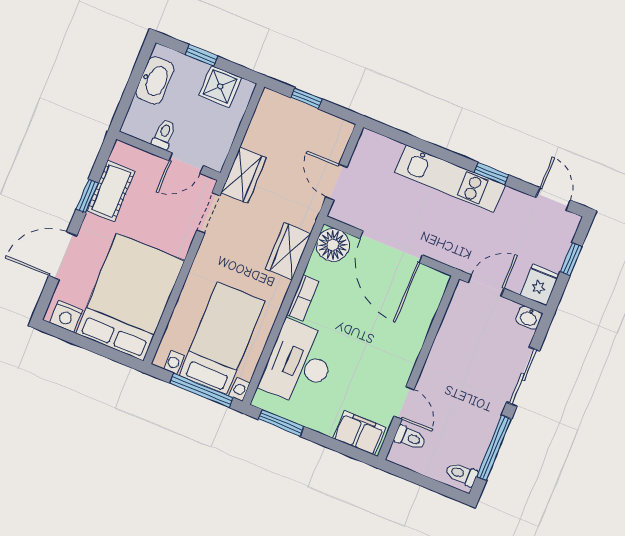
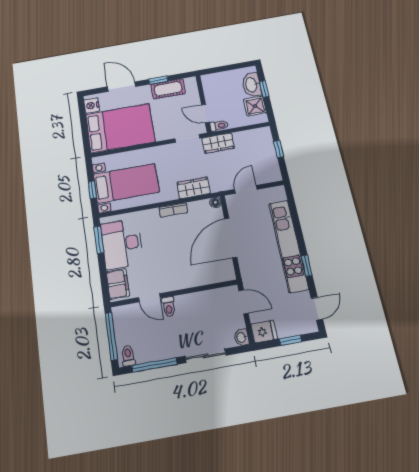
washbasin: (155, 80) -> (252, 85), moved, turned 90
toilet: (164, 134) -> (219, 126), moved
kitchen unit: (450, 179) -> (288, 246), width x1.36
floor lamp: (333, 245) -> (215, 202), width x0.53, depth x0.53
desk: (299, 363) -> (122, 244), moved, turned -90
window: (201, 390) -> (92, 190), width x0.46
door: (404, 403) -> (149, 298), hinge flipped
toilet: (410, 438) -> (169, 307), moved
window: (423, 481) -> (111, 336), added

